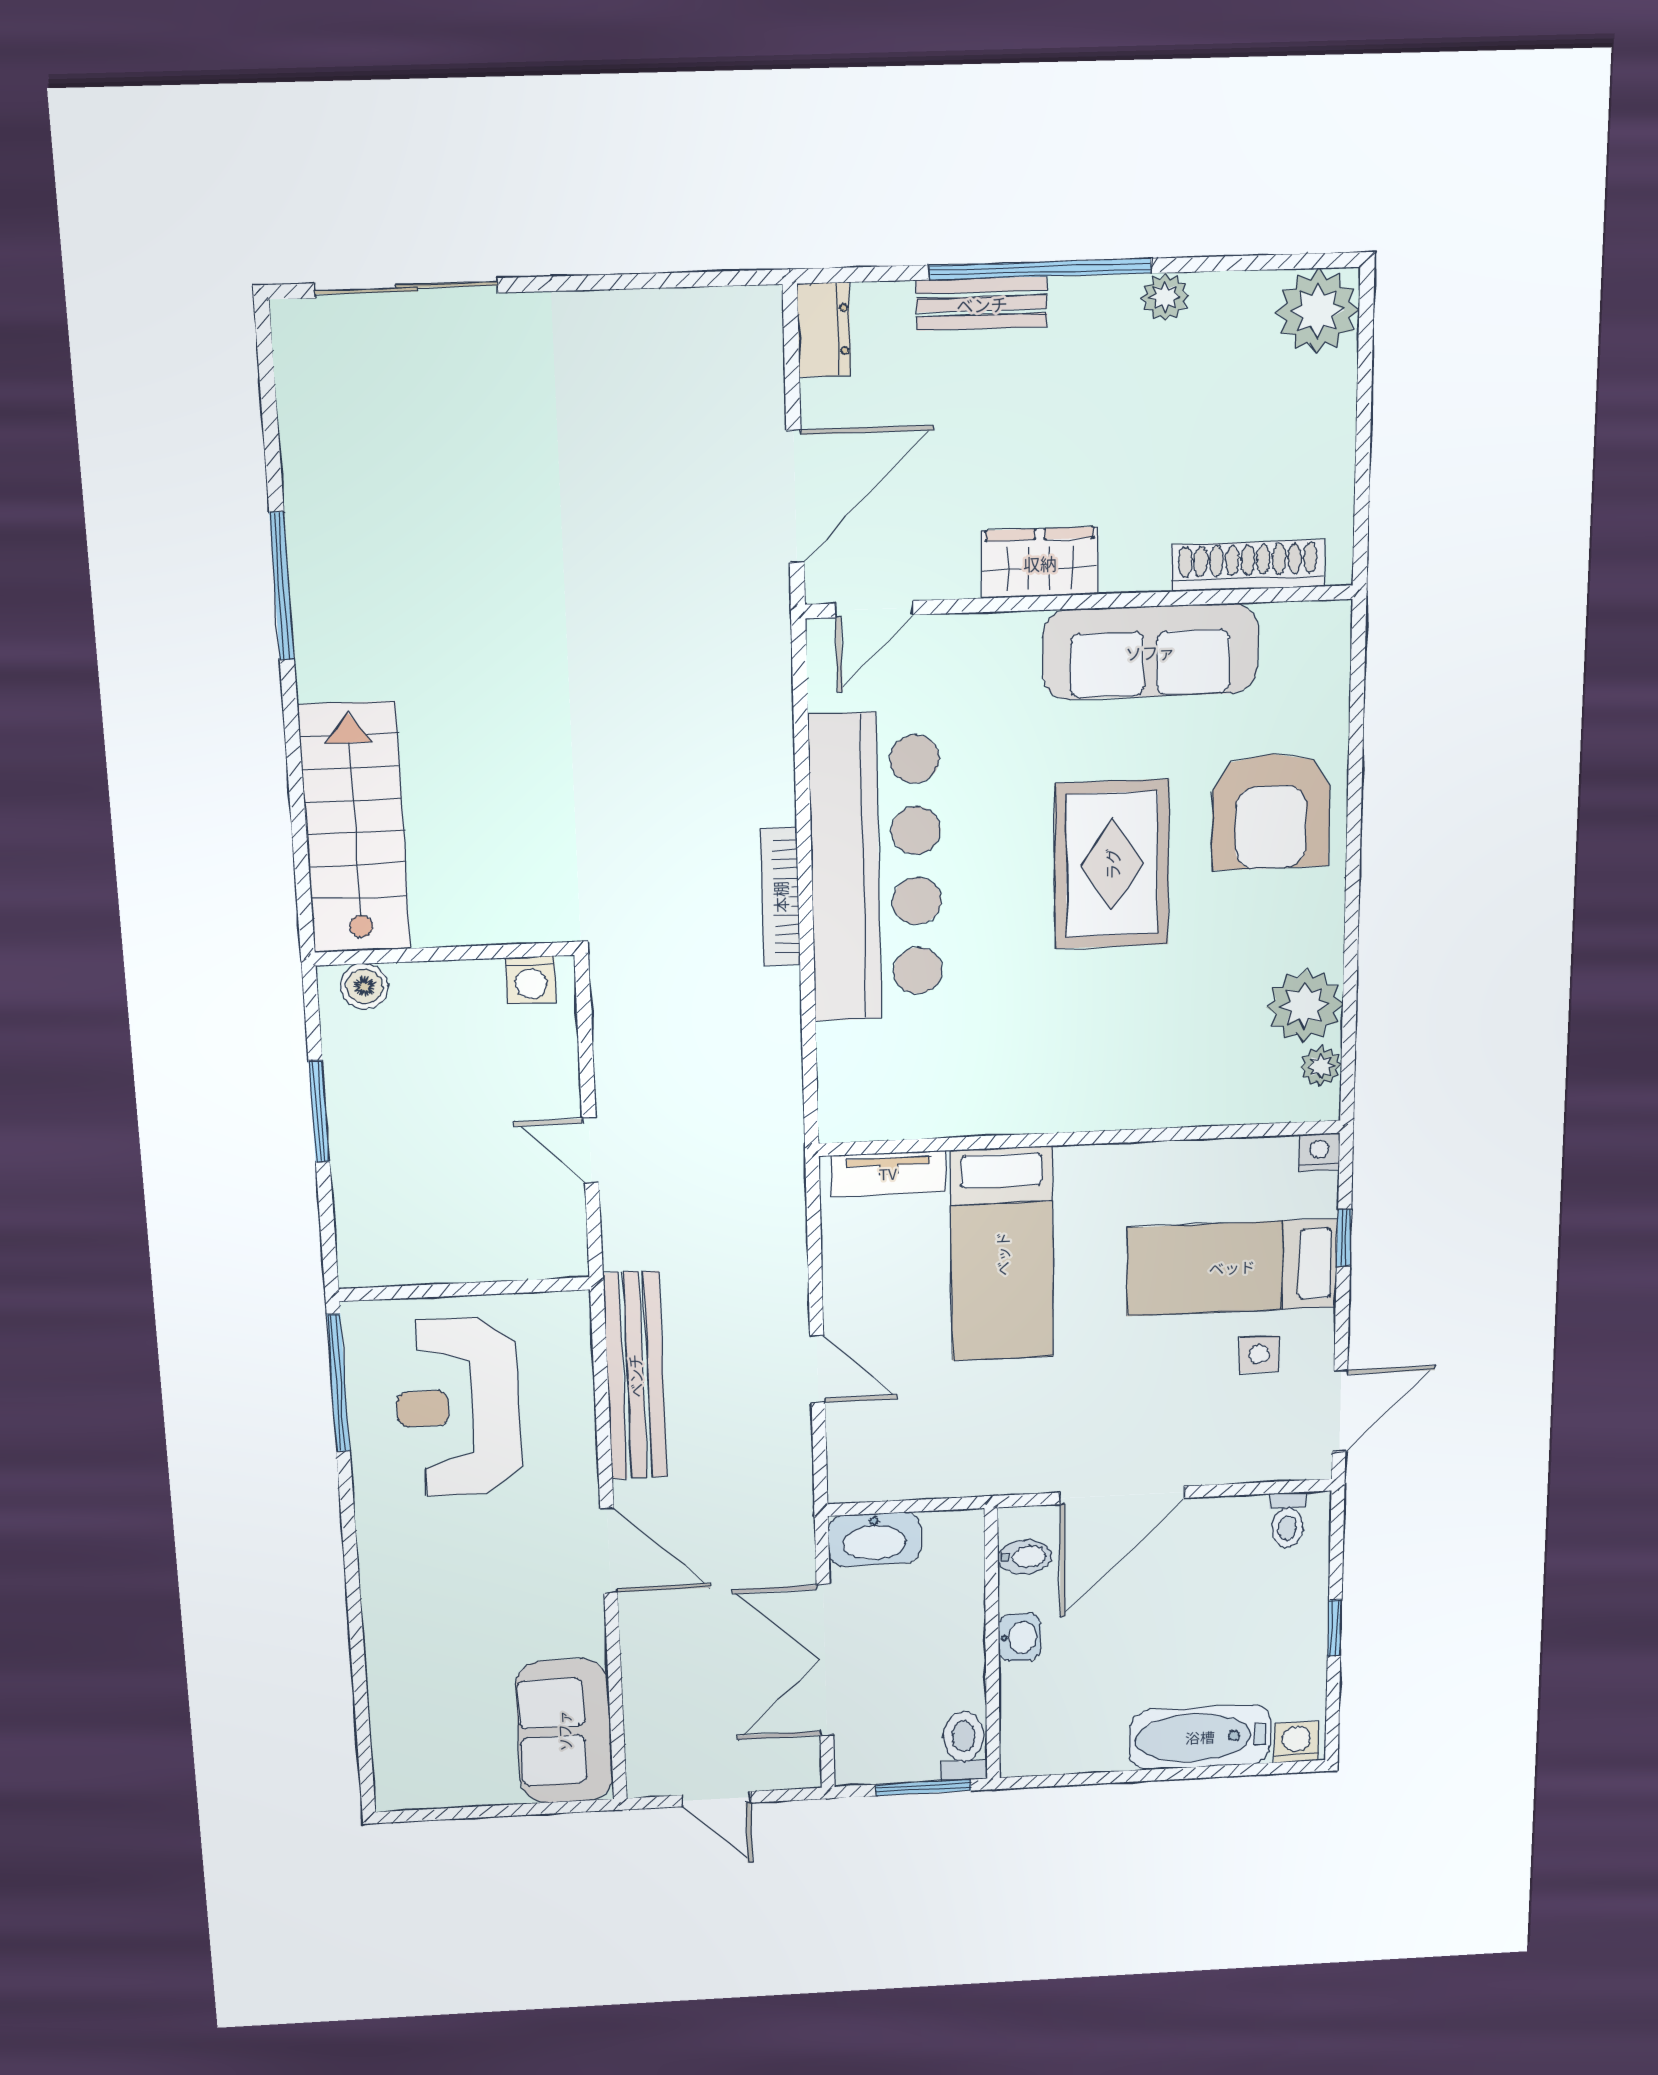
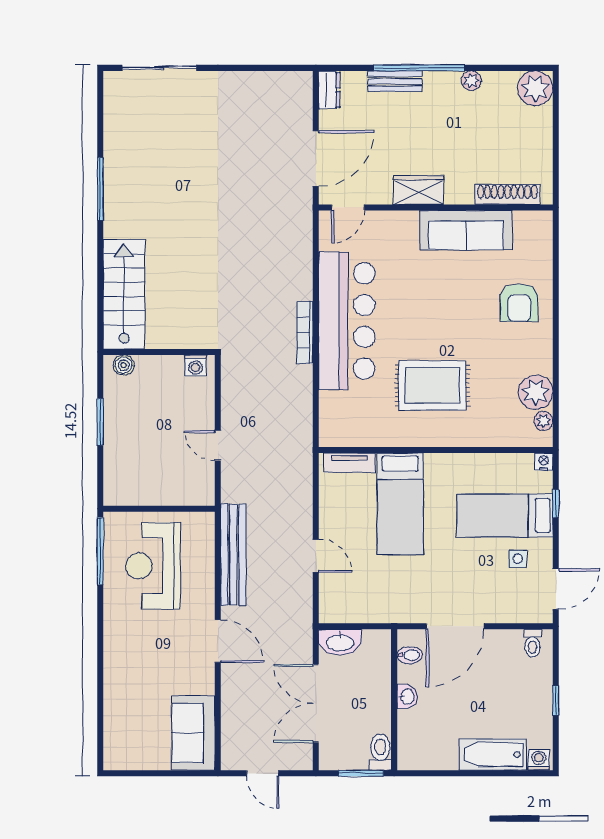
armchair: (1271, 811) -> (519, 303), width x0.73, depth x0.73
rug: (1112, 864) -> (432, 385), moved, turned 90

